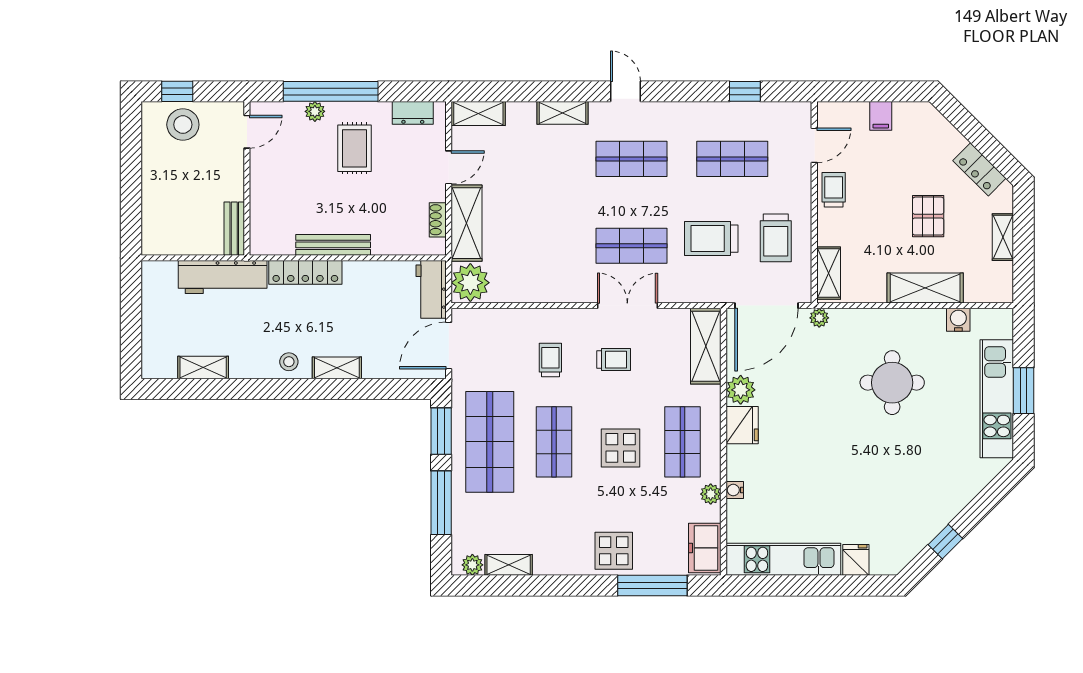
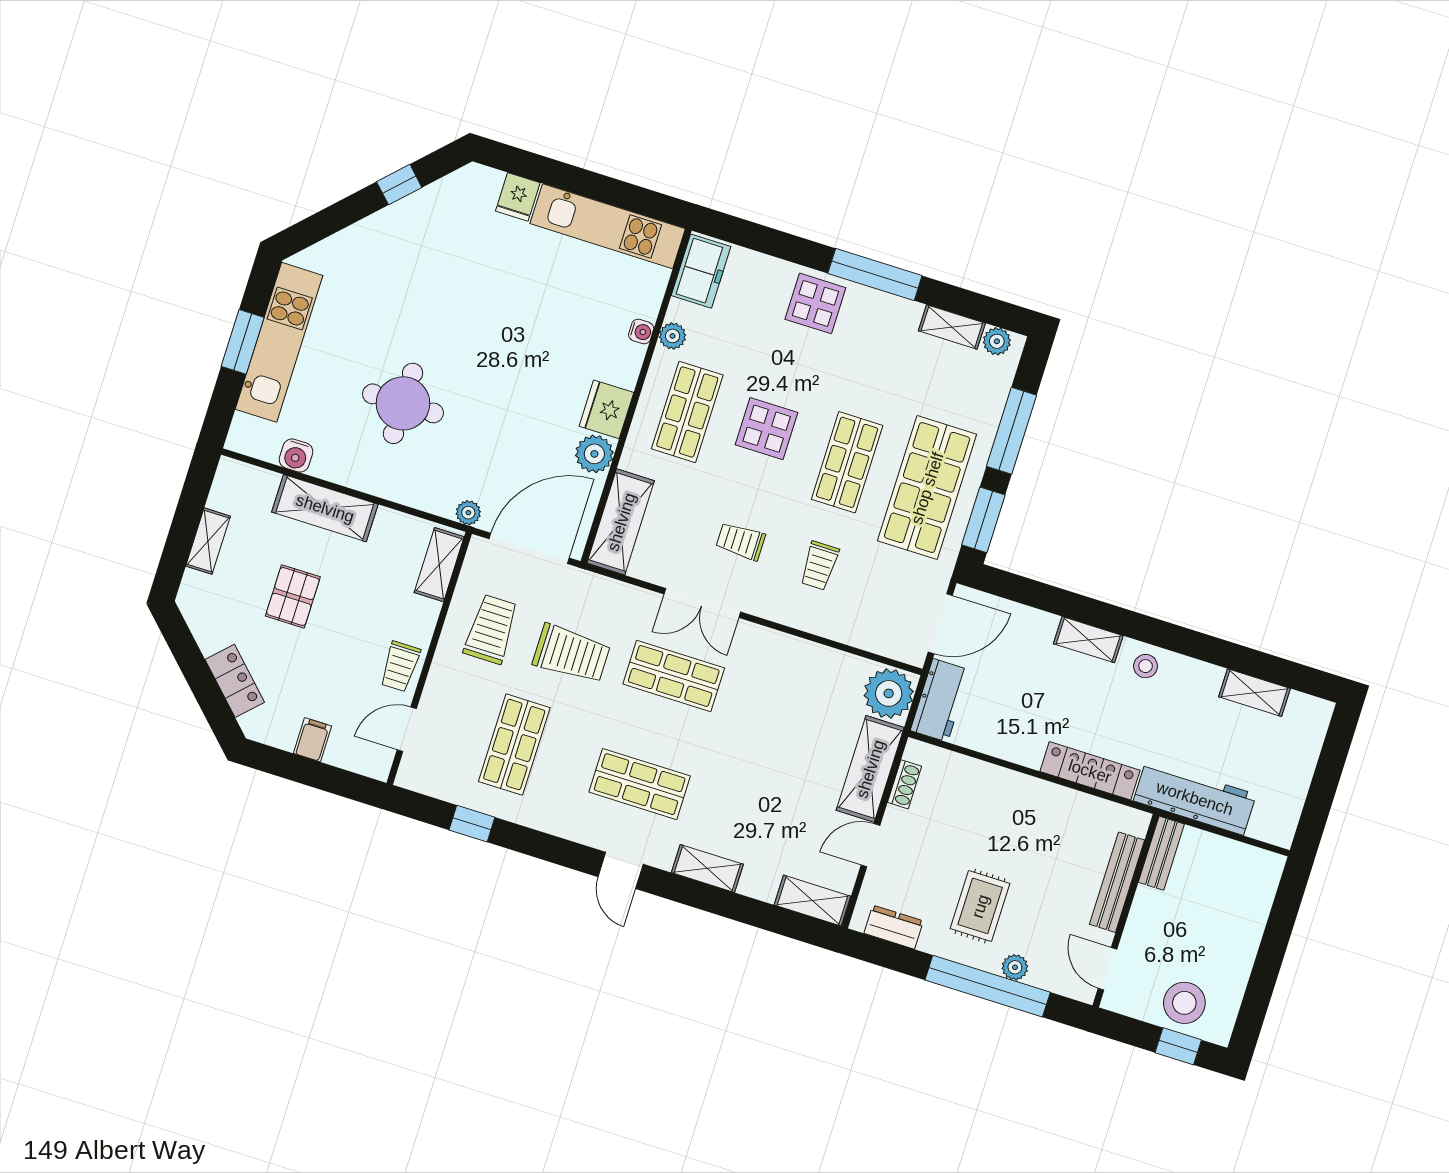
door: (247, 132) -> (1108, 969), hinge flipped
shop shelf: (732, 159) -> (514, 745), turned 90
locker: (979, 169) -> (235, 681), moved
bench: (333, 245) -> (1117, 882), moved, turned 90
window: (652, 586) -> (875, 274), moved

